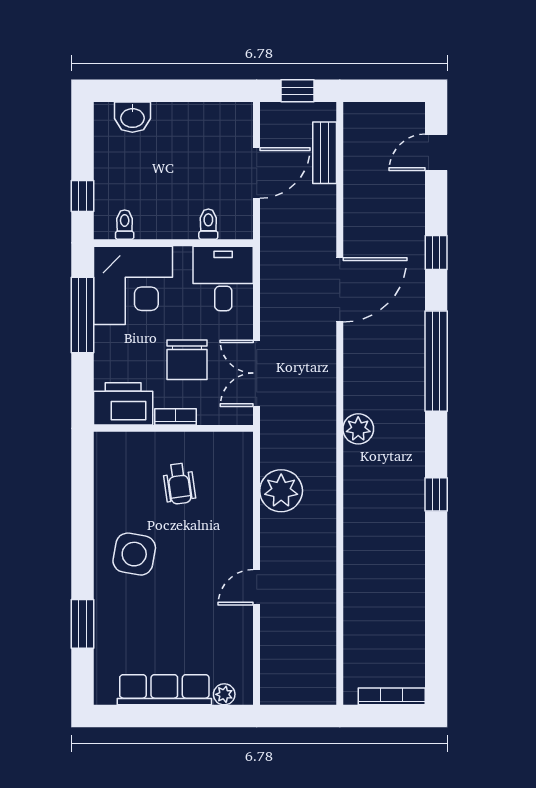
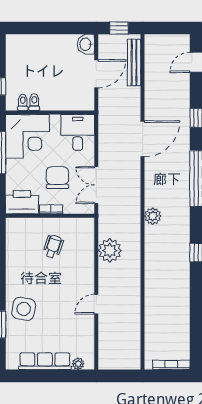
washbasin: (132, 117) -> (86, 44), moved, turned 90
bench: (325, 153) -> (134, 63), width x1.36
toilet: (208, 224) -> (34, 102), moved
chair: (187, 360) -> (57, 178), turned 180
wheelchair: (179, 484) -> (53, 247), turned -153
side table: (134, 554) -> (24, 309), moved

